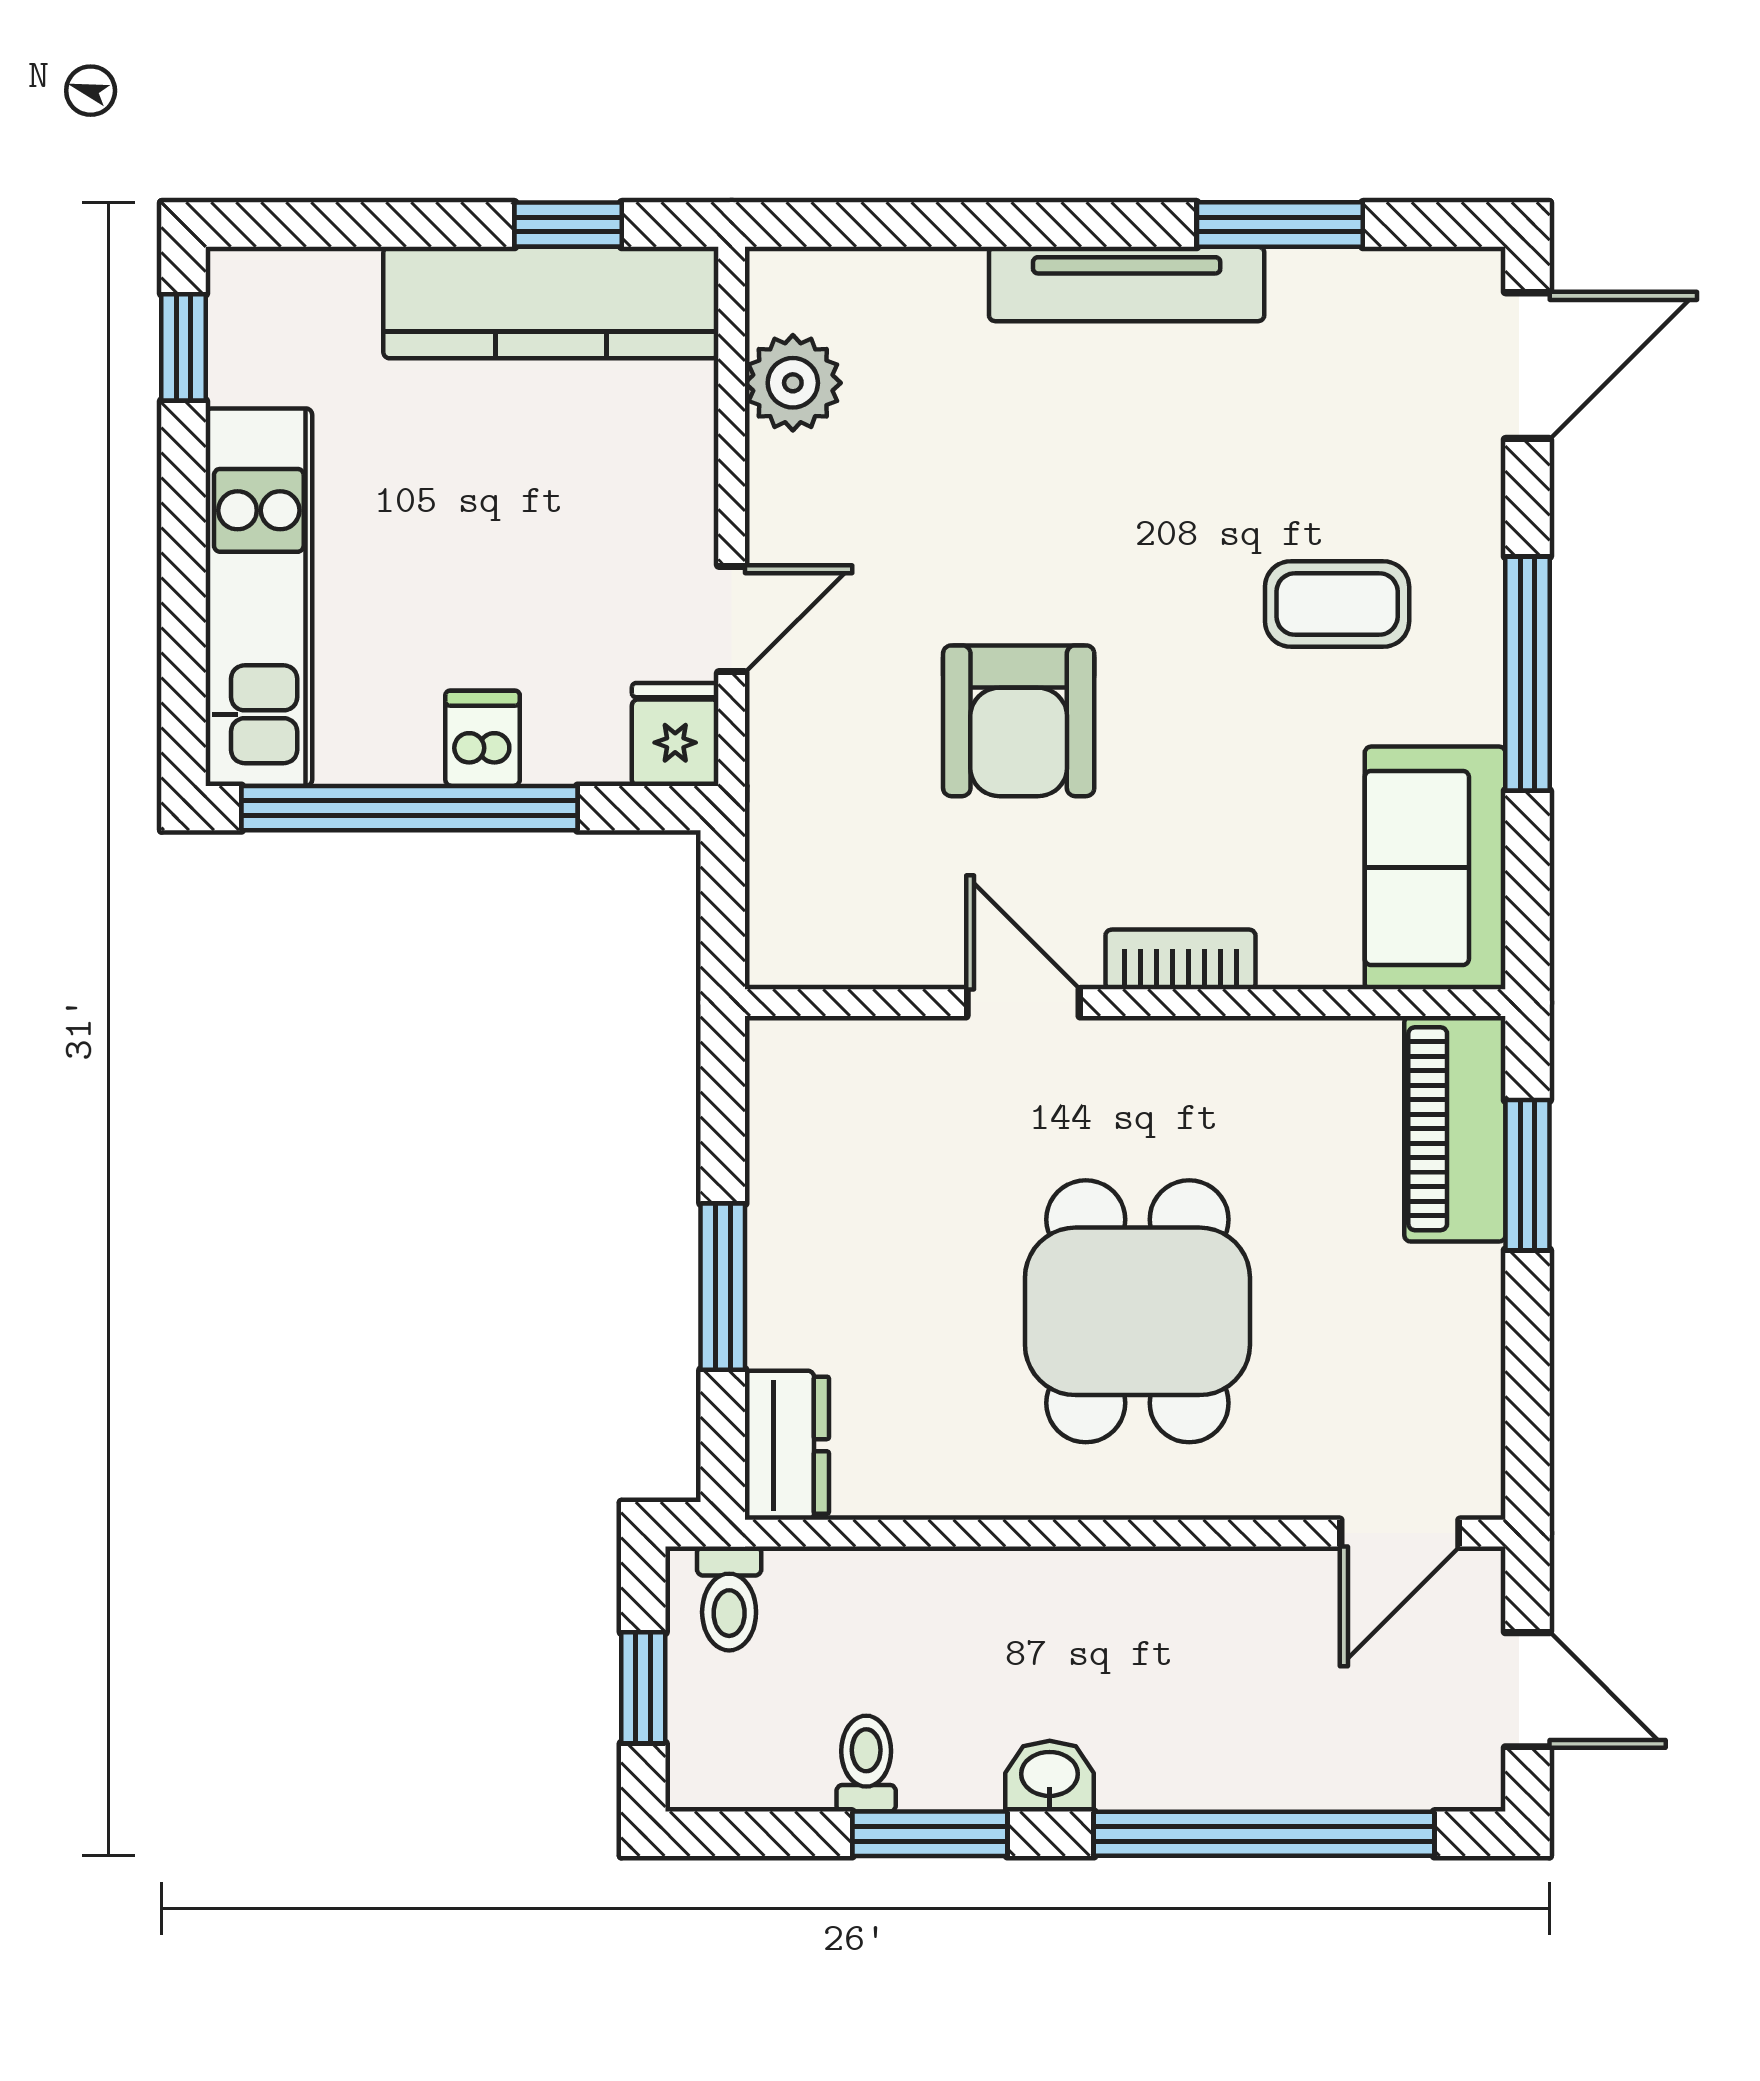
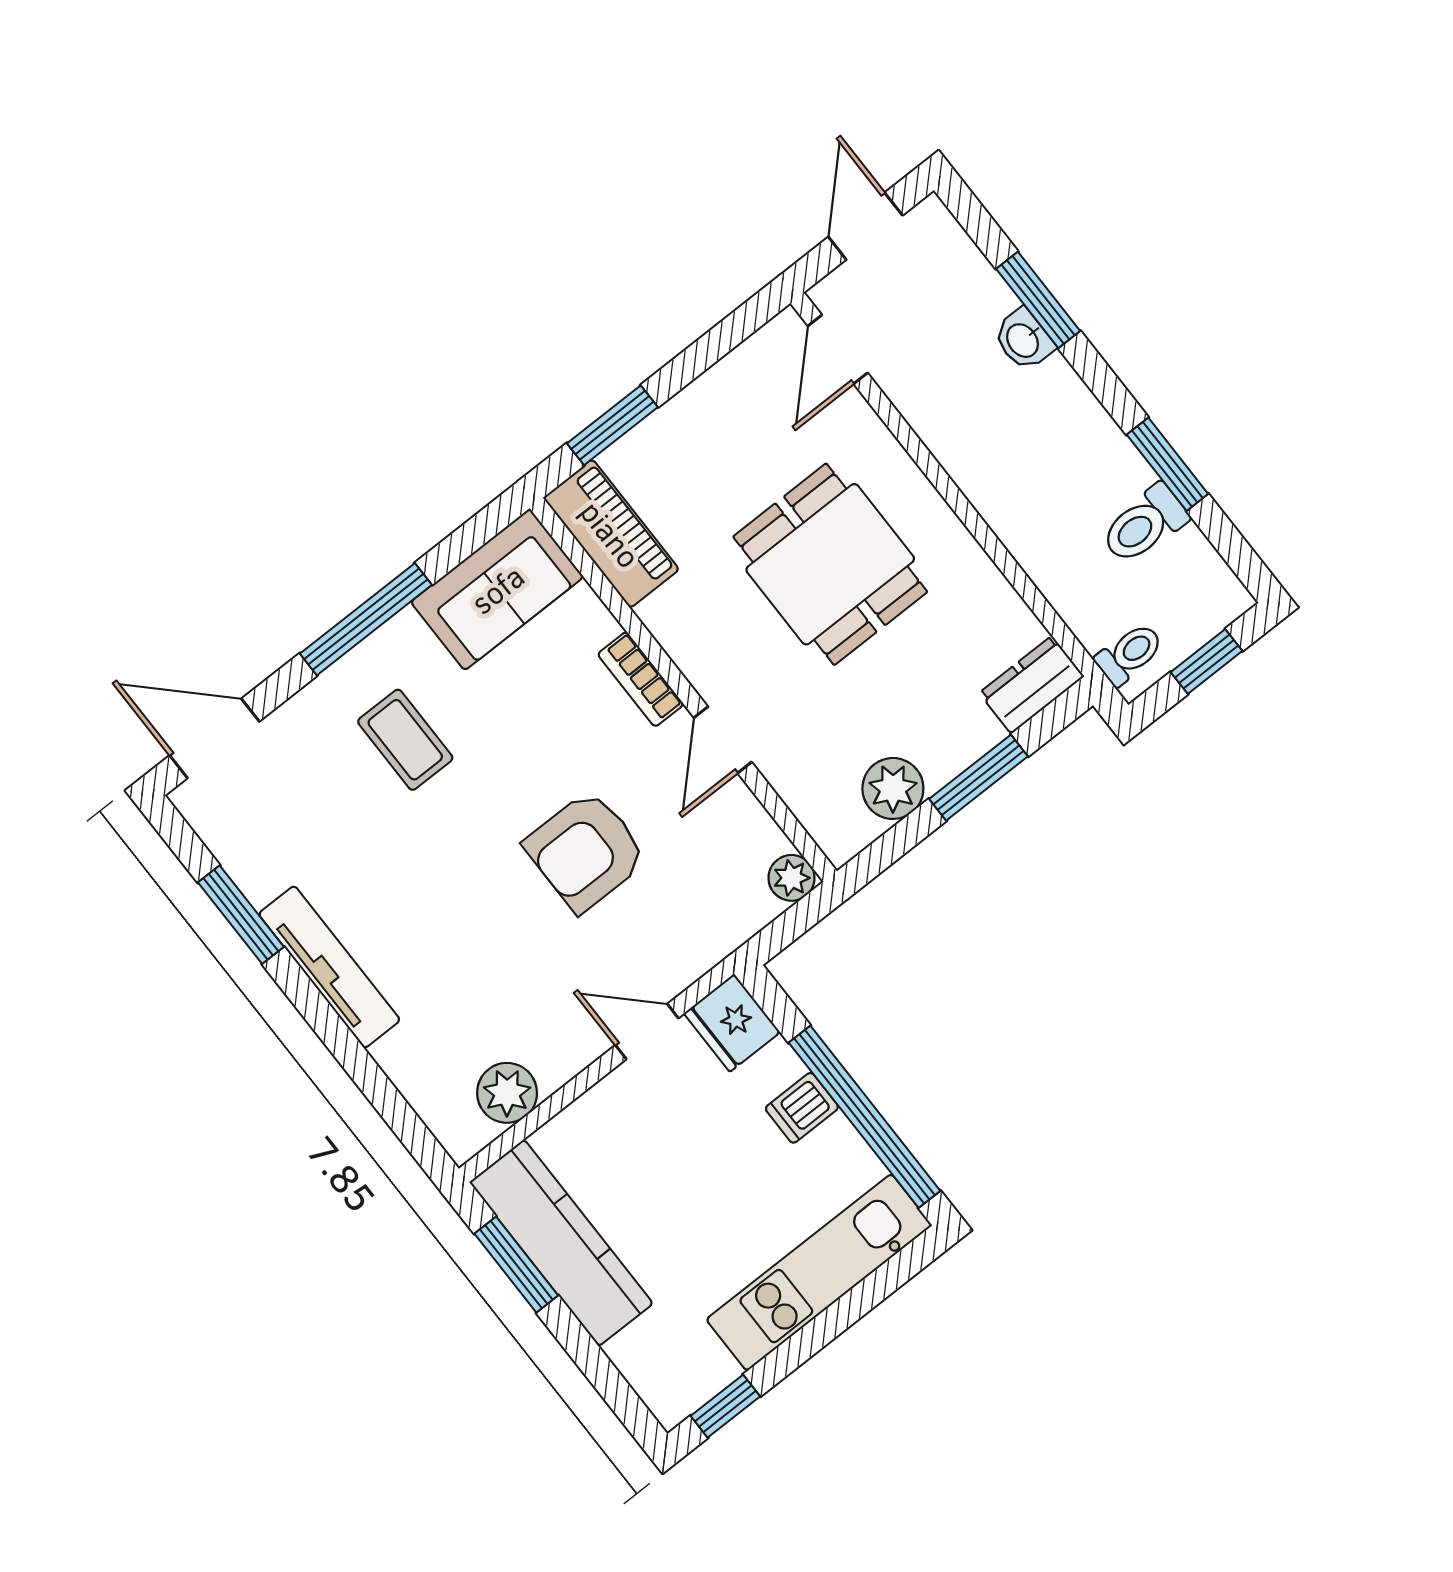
window: (568, 225) -> (516, 1265), width x1.50
armchair: (1019, 721) -> (586, 851), turned 180
fridge: (675, 734) -> (732, 1023), width x1.38
plant: (782, 953) -> (792, 878), added
piano: (1455, 1129) -> (611, 534), moved, turned -90
plant: (794, 1168) -> (893, 788), added
dining table: (1137, 1311) -> (830, 564), turned 90
door: (1400, 1533) -> (838, 349), swing flipped
toilet: (866, 1764) -> (1144, 524), width x1.37, depth x1.39
washbasin: (1050, 1776) -> (1024, 340), moved
window: (1264, 1834) -> (1038, 300), width x0.47

